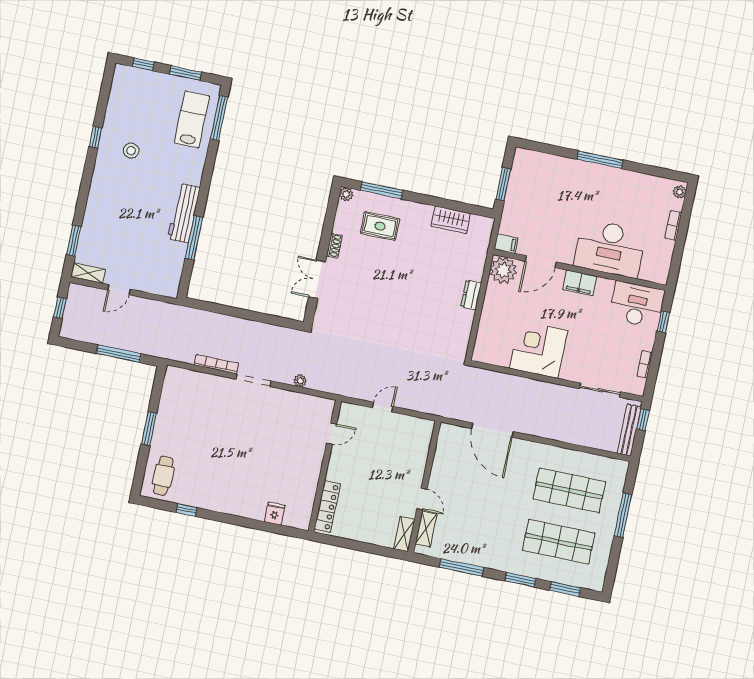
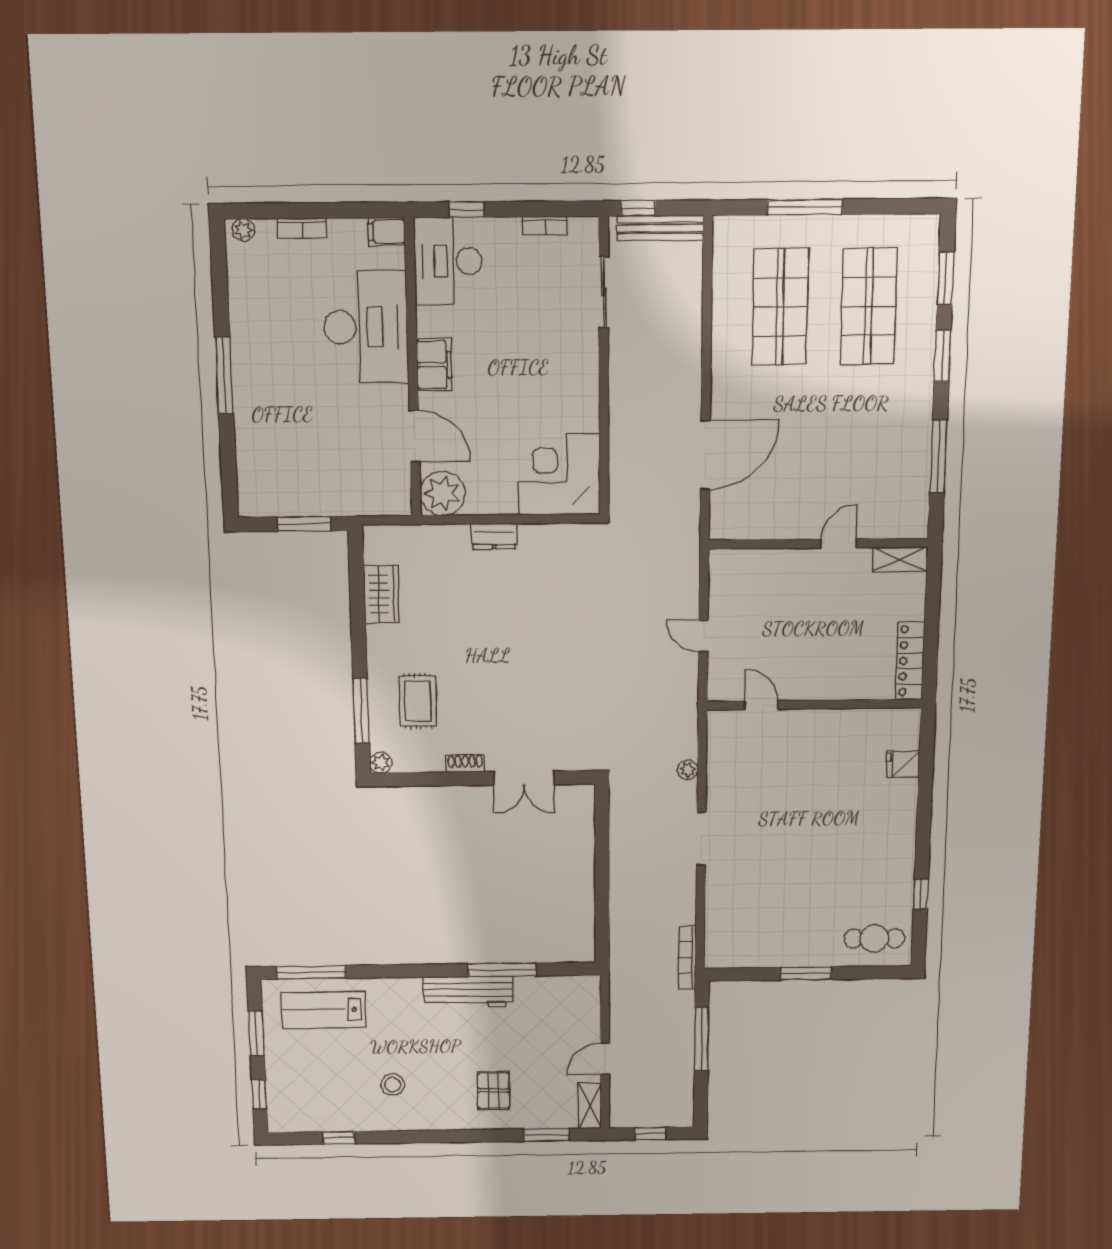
window: (95, 137) -> (339, 1138), moved
pallet: (113, 214) -> (493, 1090), added
filing cabinet: (506, 244) -> (387, 232), moved, turned -90
door: (119, 290) -> (605, 1059), swing flipped
corner desk: (538, 349) -> (559, 474), moved, turned 90
bookcase: (216, 364) -> (687, 957), moved
locker: (327, 506) -> (910, 661), moved, turned -90
shelving: (426, 529) -> (886, 527), removed

